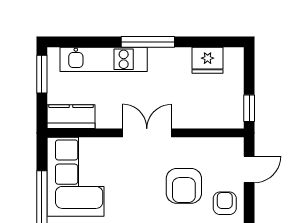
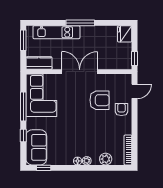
fridge: (208, 60) -> (125, 34), moved, turned 90
double door: (147, 133) -> (80, 72), width x1.37
armchair: (184, 186) -> (100, 100), turned -90

